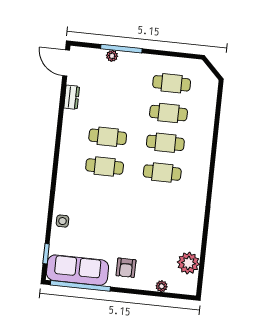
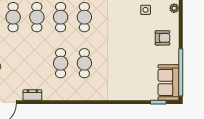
side table: (62, 221) -> (146, 10), moved
sofa: (77, 270) -> (168, 82), width x0.73

